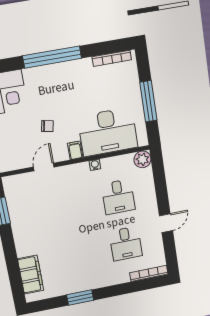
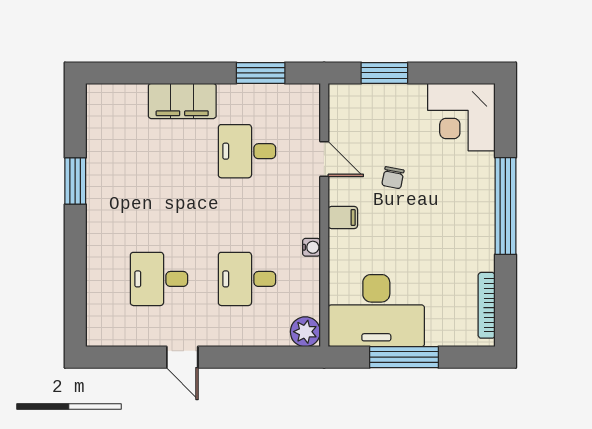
desk: (108, 132) -> (376, 311), moved, turned -90
desk: (47, 210) -> (247, 151), added
bookcase: (149, 273) -> (94, 312), removed
filing cabinet: (31, 275) -> (182, 101), moved

